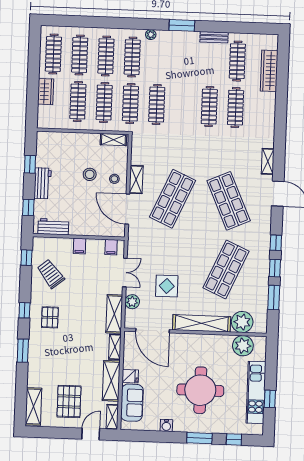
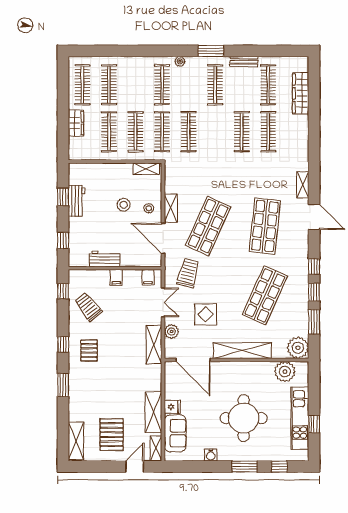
clothes rail: (106, 56) -> (215, 85), moved
workbench: (43, 183) -> (77, 201), moved
shop shelf: (229, 201) -> (265, 226), turned 30
workbench: (53, 227) -> (105, 259), moved
trolley: (151, 244) -> (188, 273), added
plant: (242, 322) -> (298, 348), moved
shelving: (115, 347) -> (156, 378), removed

